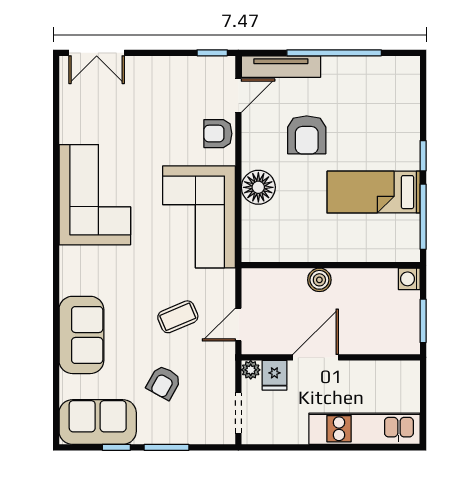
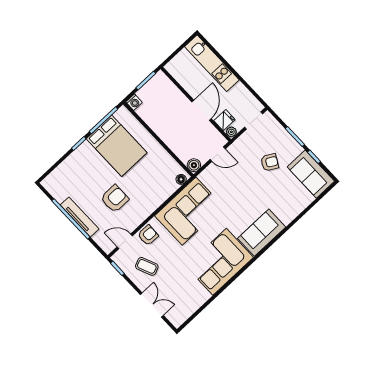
double door: (97, 53) -> (152, 305), moved
tv unit: (281, 67) -> (80, 217), moved
armchair: (218, 134) -> (148, 235), turned -89
floor lamp: (258, 187) -> (181, 179), moved, width x0.53, depth x0.53
bed: (374, 192) -> (117, 146), width x1.50
boiler: (319, 280) -> (194, 165), moved
coffee table: (178, 317) -> (147, 266), moved
sofa: (81, 335) -> (262, 233), moved
door: (316, 357) -> (202, 110), swing flipped

